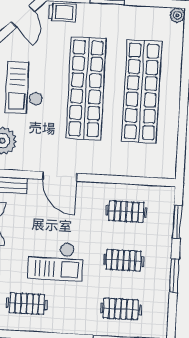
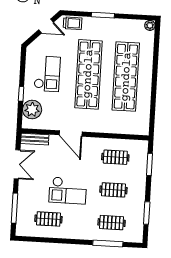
door: (23, 17) -> (46, 26), hinge flipped
checkout: (25, 88) -> (47, 74), turned 180
window: (174, 276) -> (147, 213), moved

